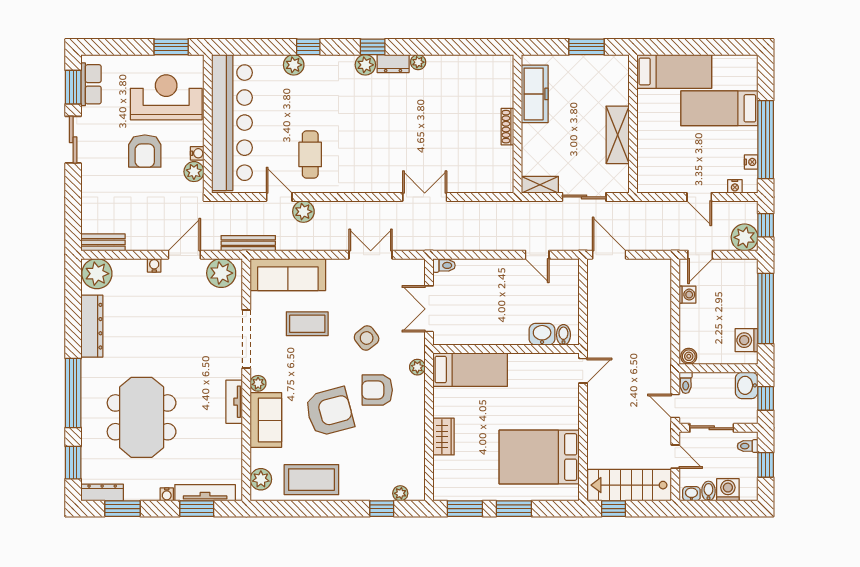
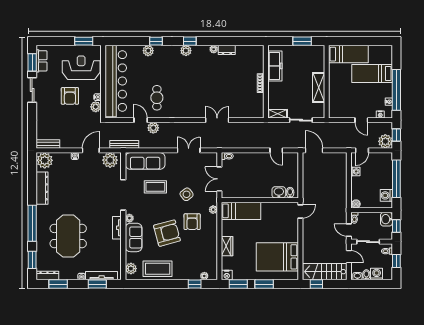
dresser: (393, 64) -> (227, 50), moved
armchair: (377, 390) -> (192, 222), turned -90
nightstand: (443, 492) -> (227, 275), added

